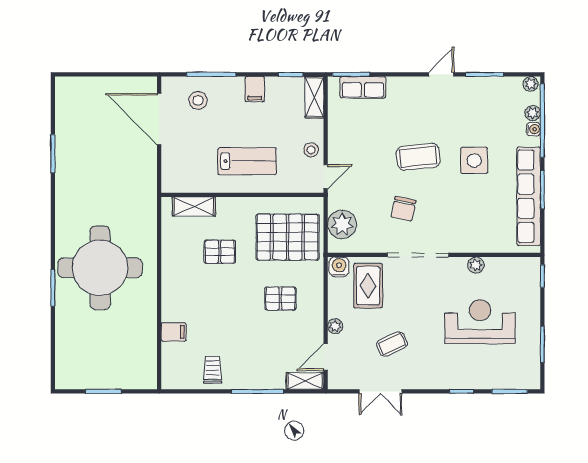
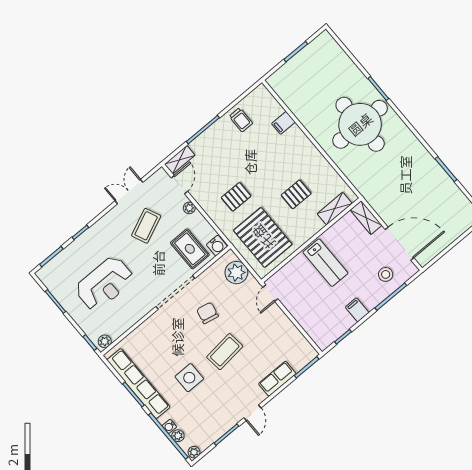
row of seats: (363, 87) -> (277, 379), moved
shelving: (314, 97) -> (366, 218), moved
stool: (311, 150) -> (293, 302), removed
lab bench: (247, 161) -> (325, 263), turned -90
pallet: (288, 237) -> (263, 237), turned 90
plant: (476, 265) -> (105, 341), moved
coffee table: (392, 344) -> (146, 226), width x1.36, depth x1.30

